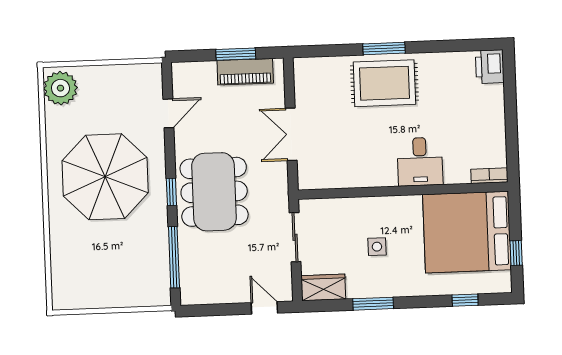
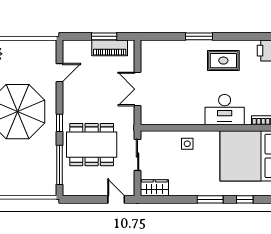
rug: (384, 83) -> (223, 61), moved, width x0.73, depth x0.70
desk: (420, 162) -> (225, 110), width x1.37
dining table: (214, 192) -> (92, 145), moved, turned 90
side table: (377, 247) -> (187, 144), moved
window: (373, 304) -> (210, 199), moved

